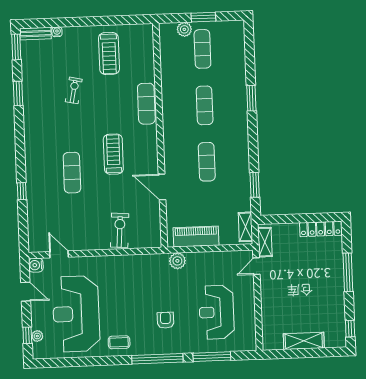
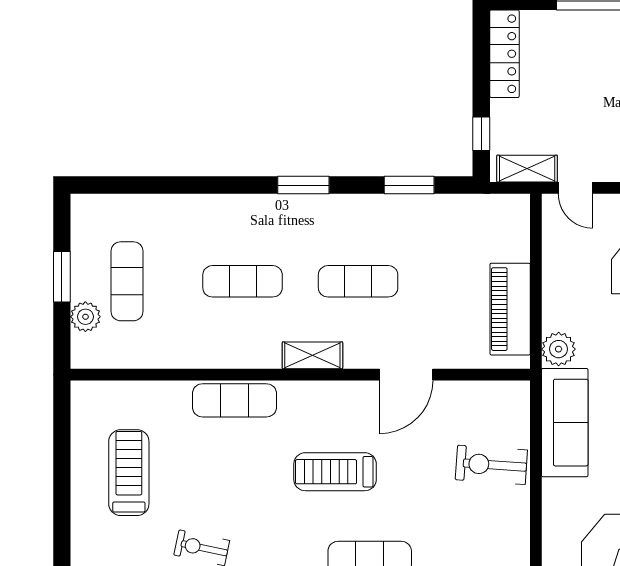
exercise mat: (202, 49) -> (127, 281), turned 90
treadmill: (109, 53) -> (129, 473), turned -90
window: (251, 98) -> (303, 185), moved
window: (281, 219) -> (481, 134), added
shelving: (245, 227) -> (312, 355), moved
sofa: (142, 265) -> (565, 423), added

